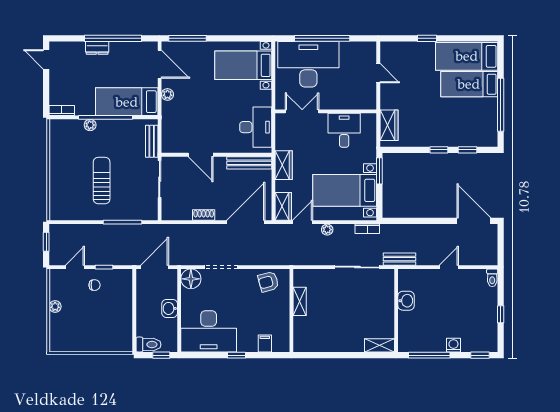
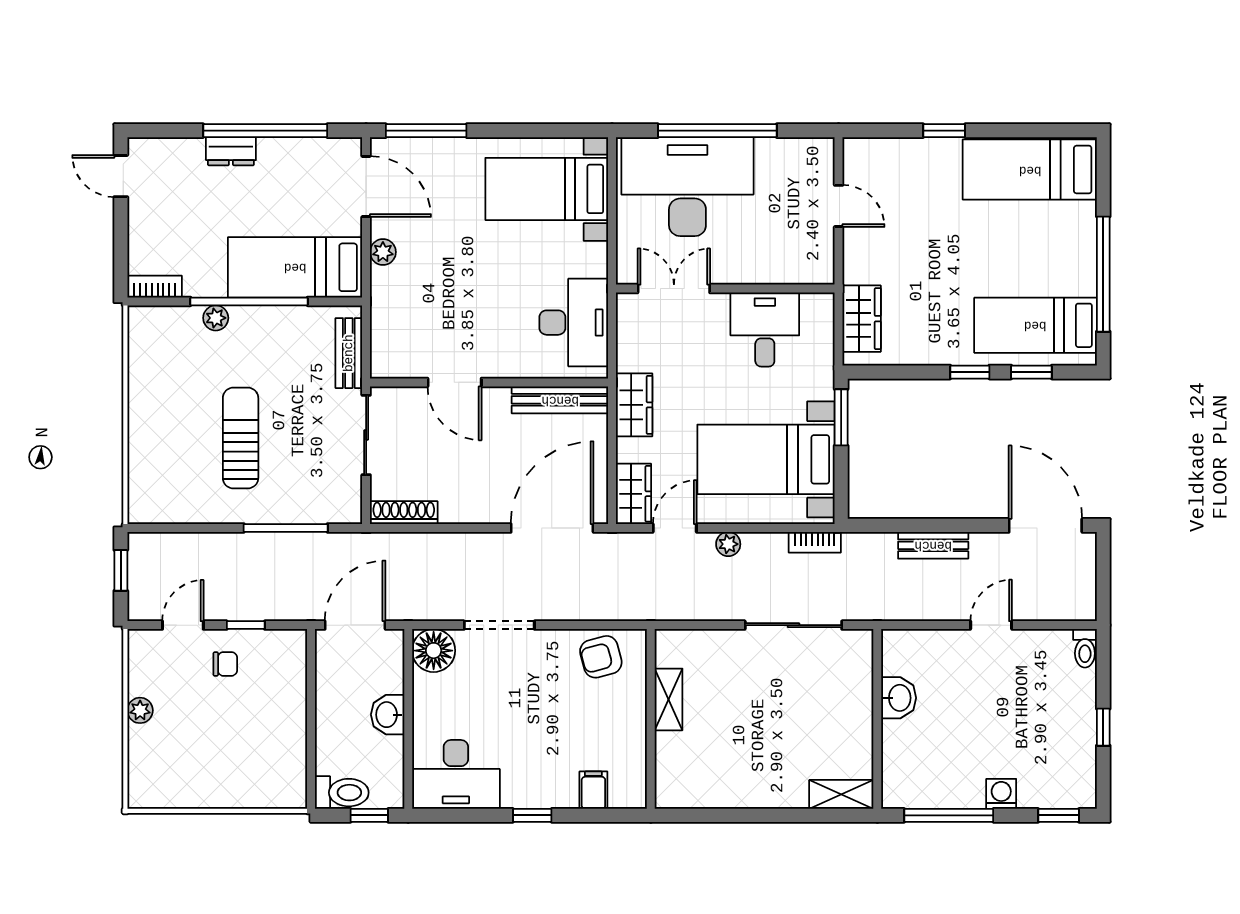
bed: (469, 84) -> (1035, 325), moved
shoe rack: (204, 215) -> (404, 513), moved, width x1.43
bench: (399, 259) -> (933, 545), moved
desk: (209, 331) -> (456, 774), width x0.73, depth x0.77

